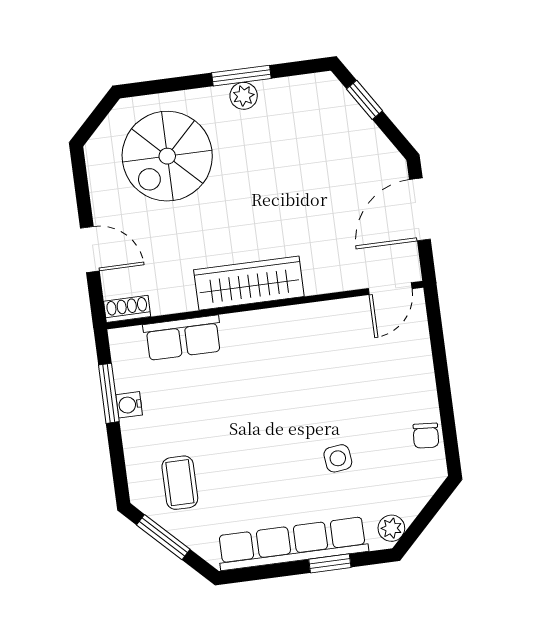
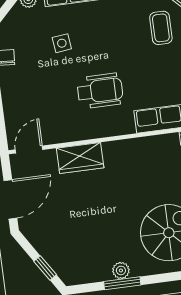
wardrobe: (249, 283) -> (80, 158), moved, width x0.67
wheelchair: (277, 382) -> (100, 91), added

